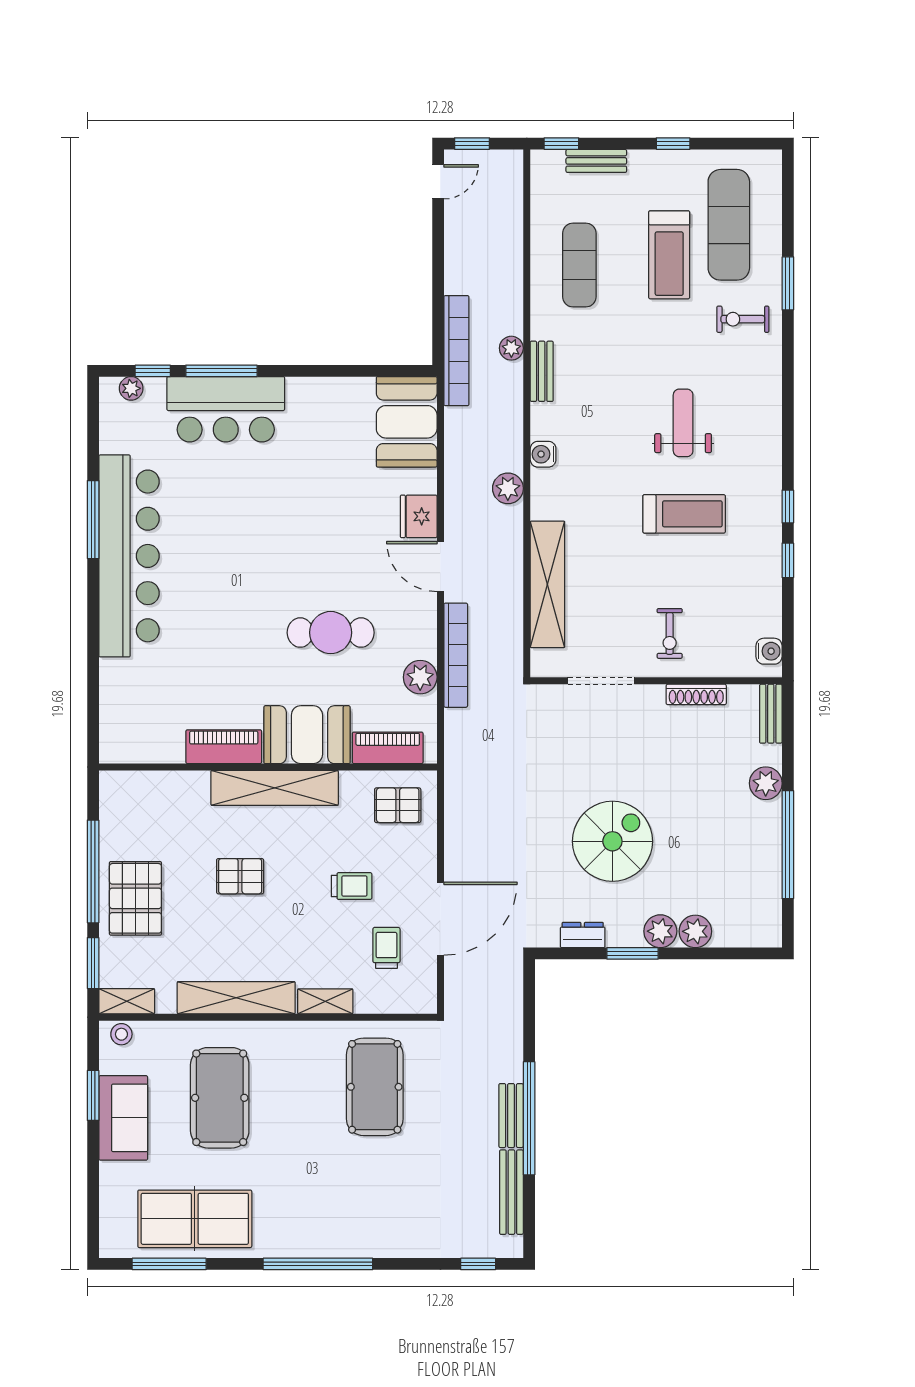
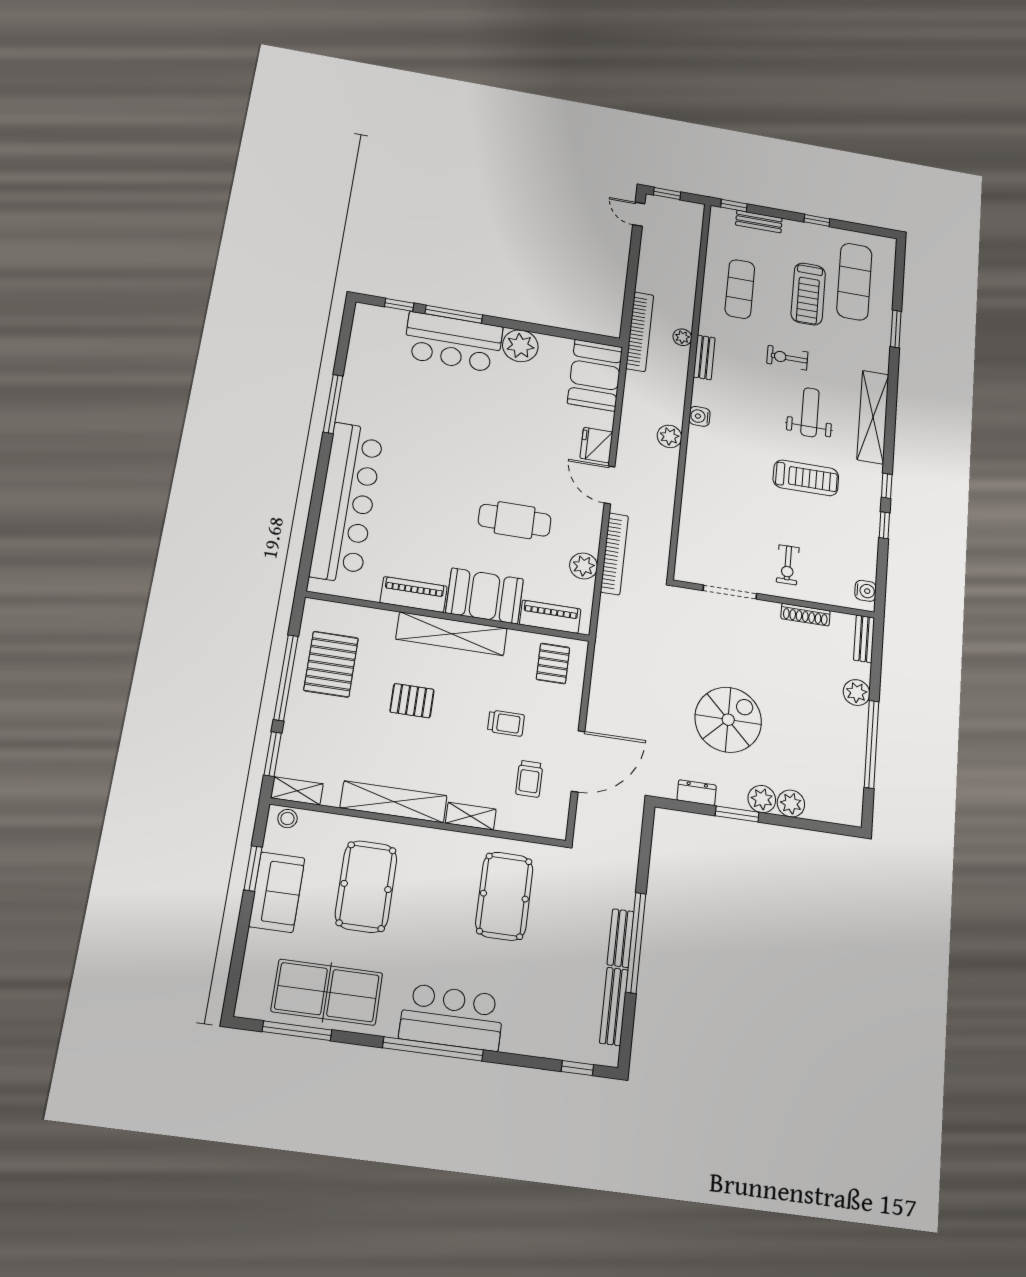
door: (438, 182) -> (639, 214), swing flipped
exercise bike: (743, 319) -> (787, 358), moved
plant: (131, 388) -> (520, 346), moved, width x1.88, depth x1.88
bar counter: (129, 556) -> (347, 502), moved
shelving: (547, 584) -> (873, 417), moved
pallet: (398, 805) -> (553, 663), turned 90
pallet: (135, 898) -> (331, 664), moved
trolley: (386, 948) -> (529, 779), turned 180
bar counter: (334, 1228) -> (452, 1017), added

